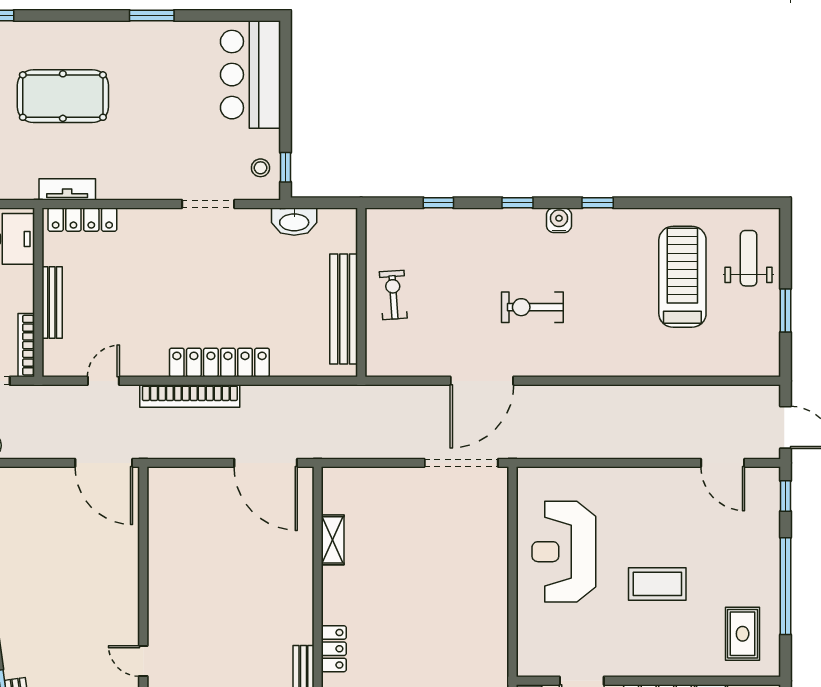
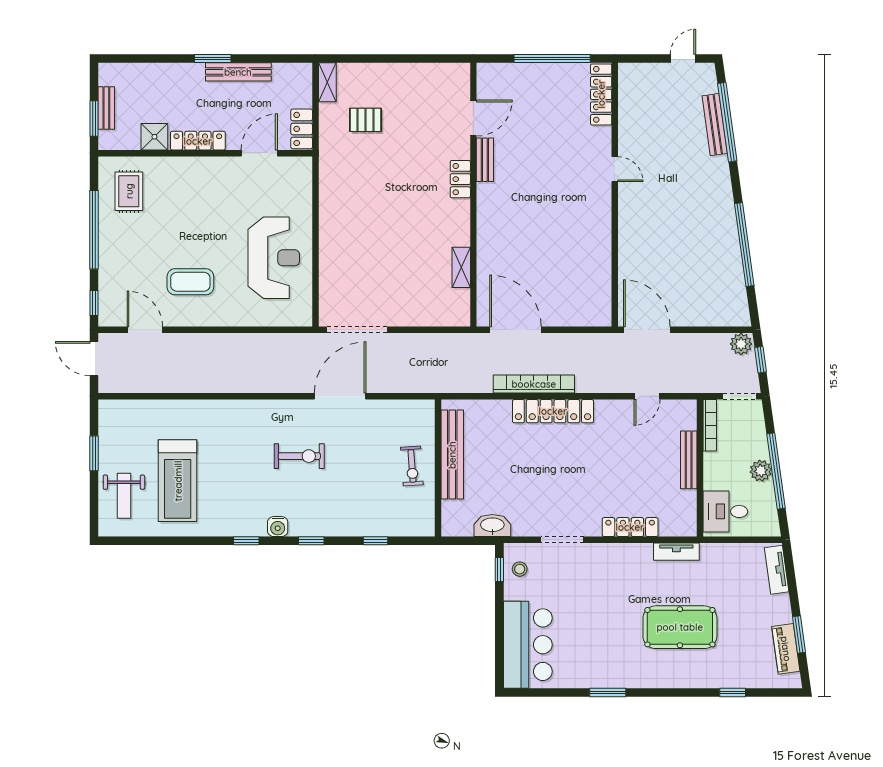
locker: (82, 220) -> (630, 527), moved
bookcase: (190, 396) -> (534, 384), moved
coffee table: (657, 584) -> (190, 282), moved

